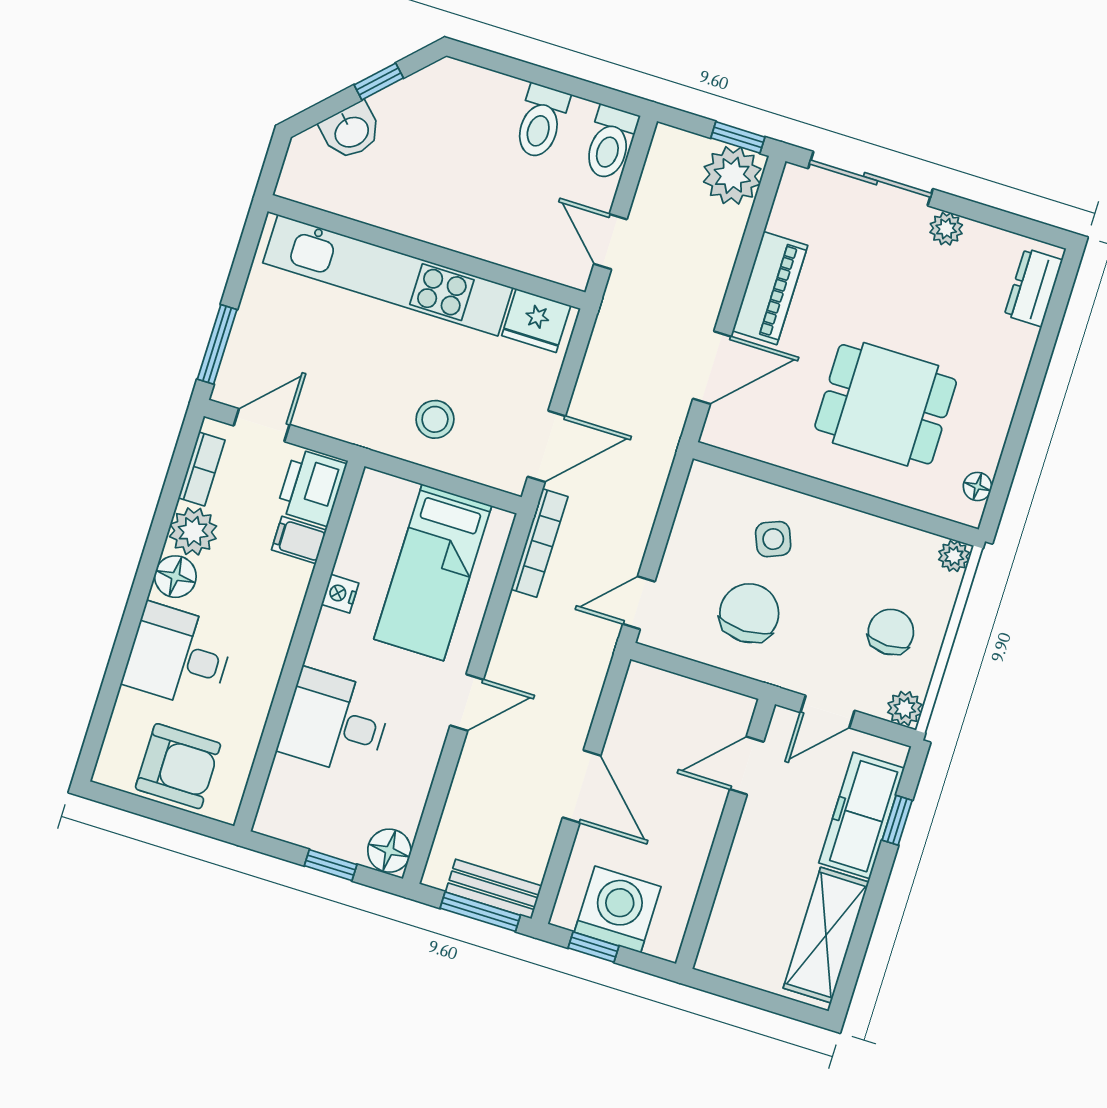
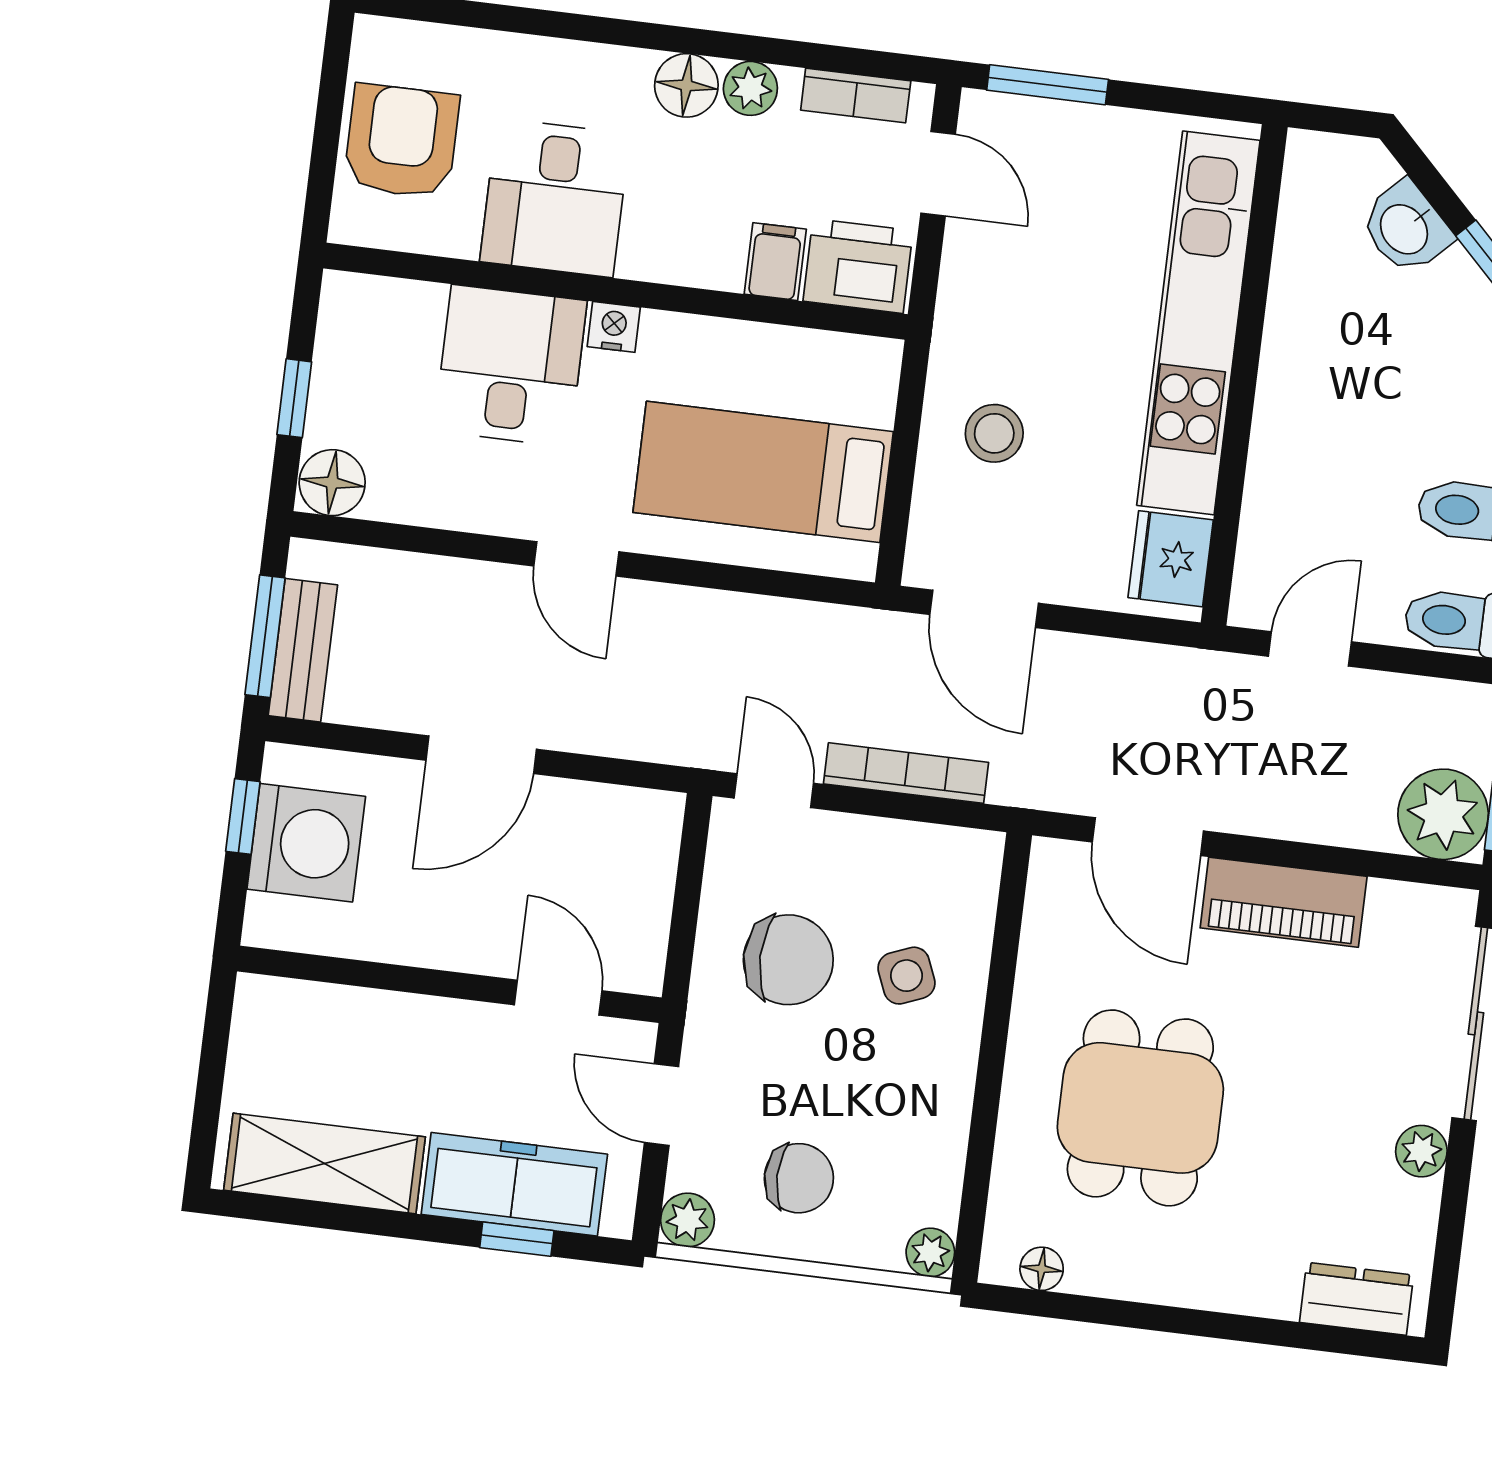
plant: (193, 531) -> (750, 88), width x0.73, depth x0.73
bookcase: (540, 543) -> (906, 773), moved, turned 180
nightstand: (340, 594) -> (614, 327), moved
desk: (179, 656) -> (555, 198), moved, turned 180
armchair: (178, 766) -> (402, 141), turned 180

